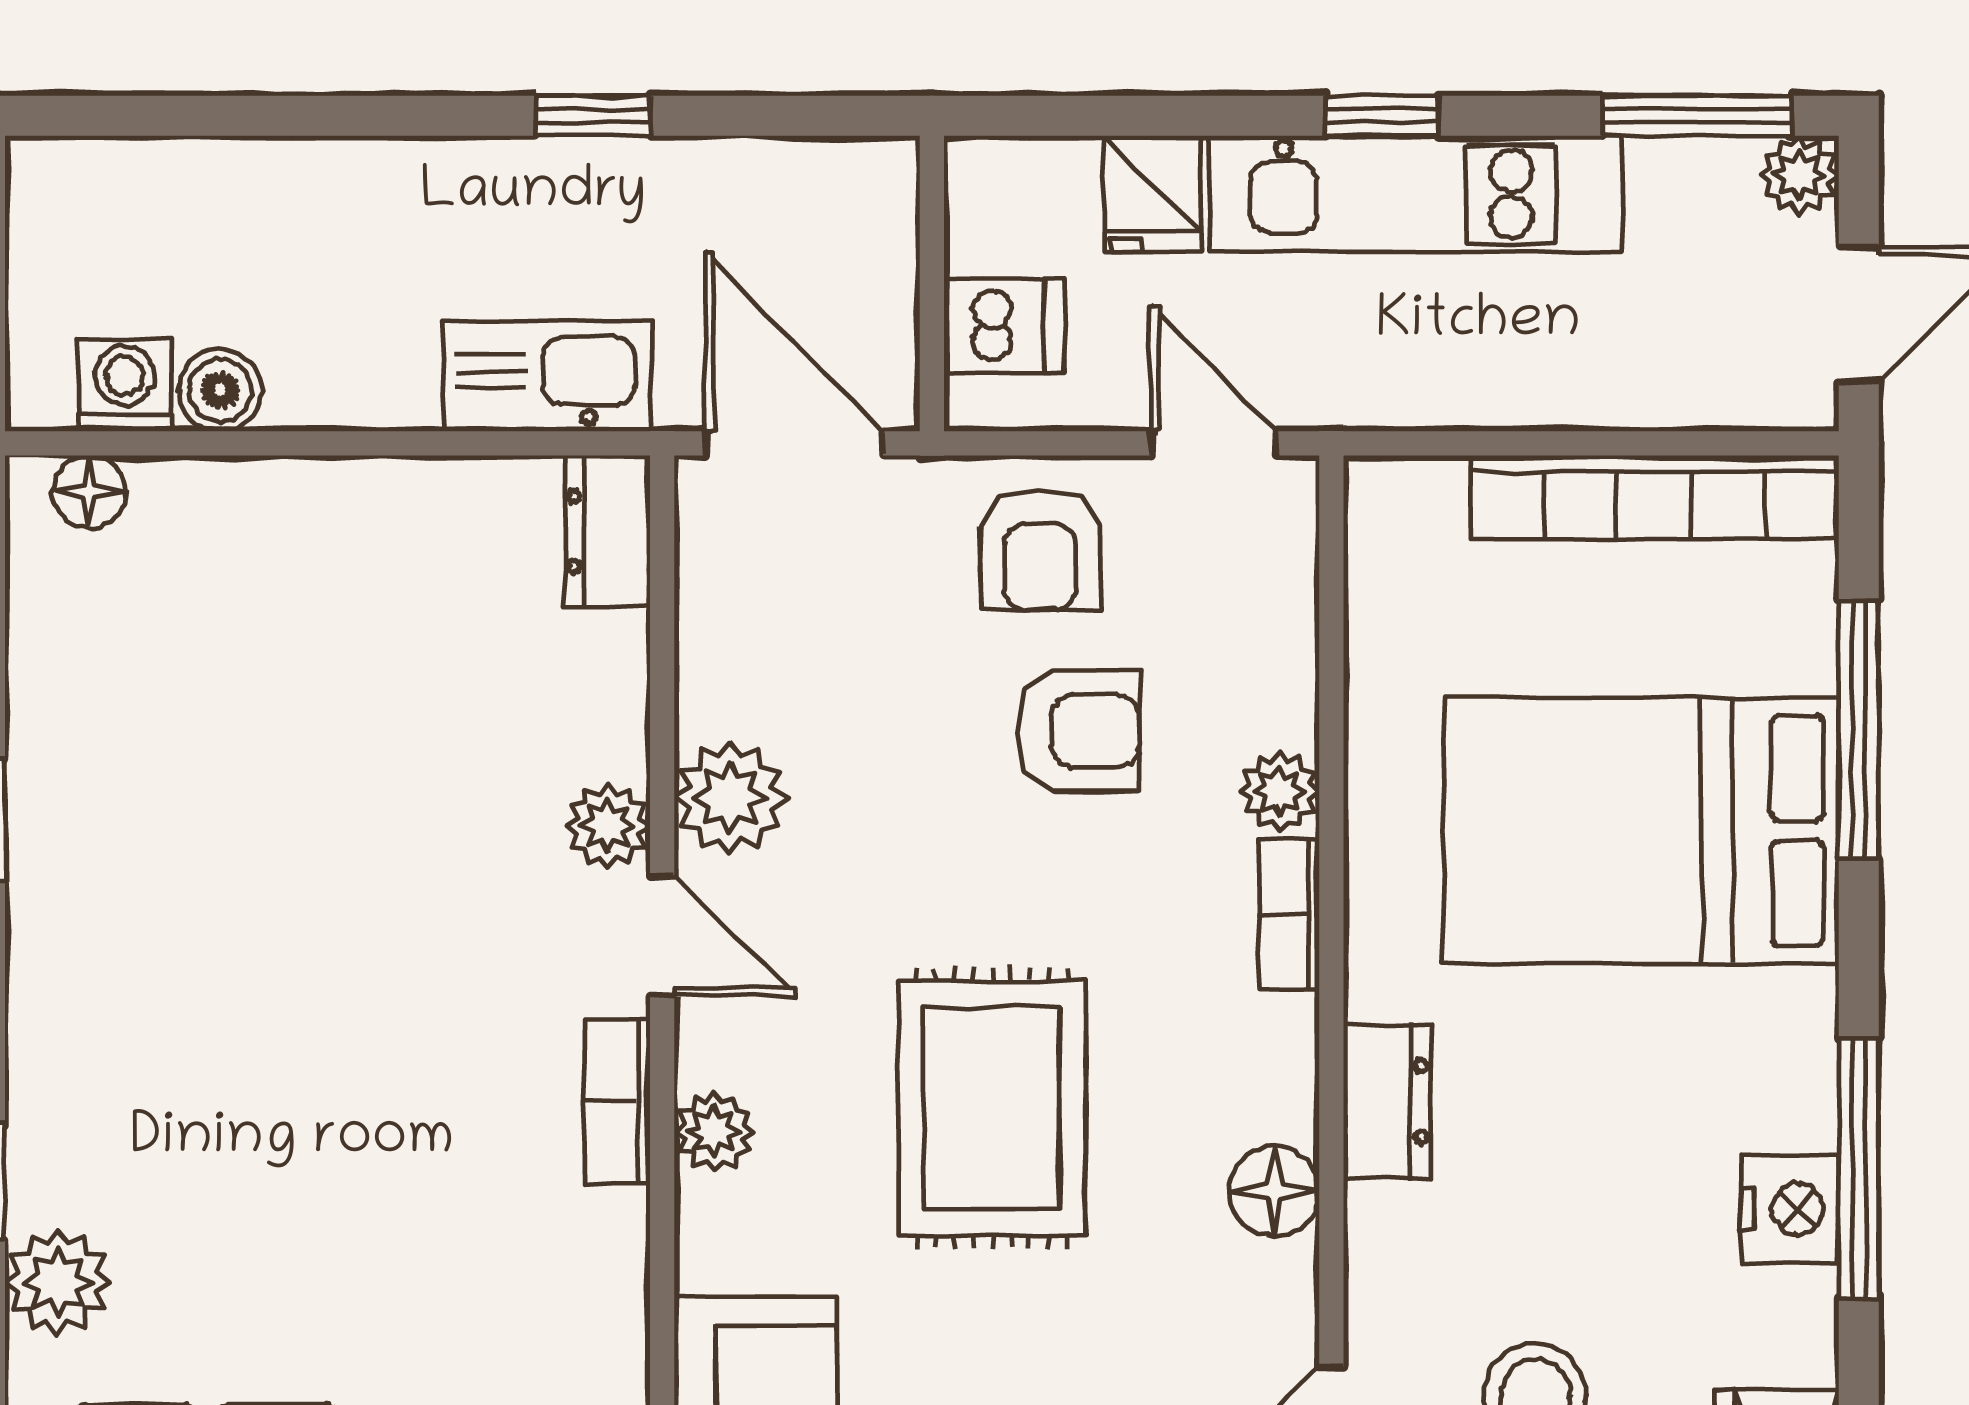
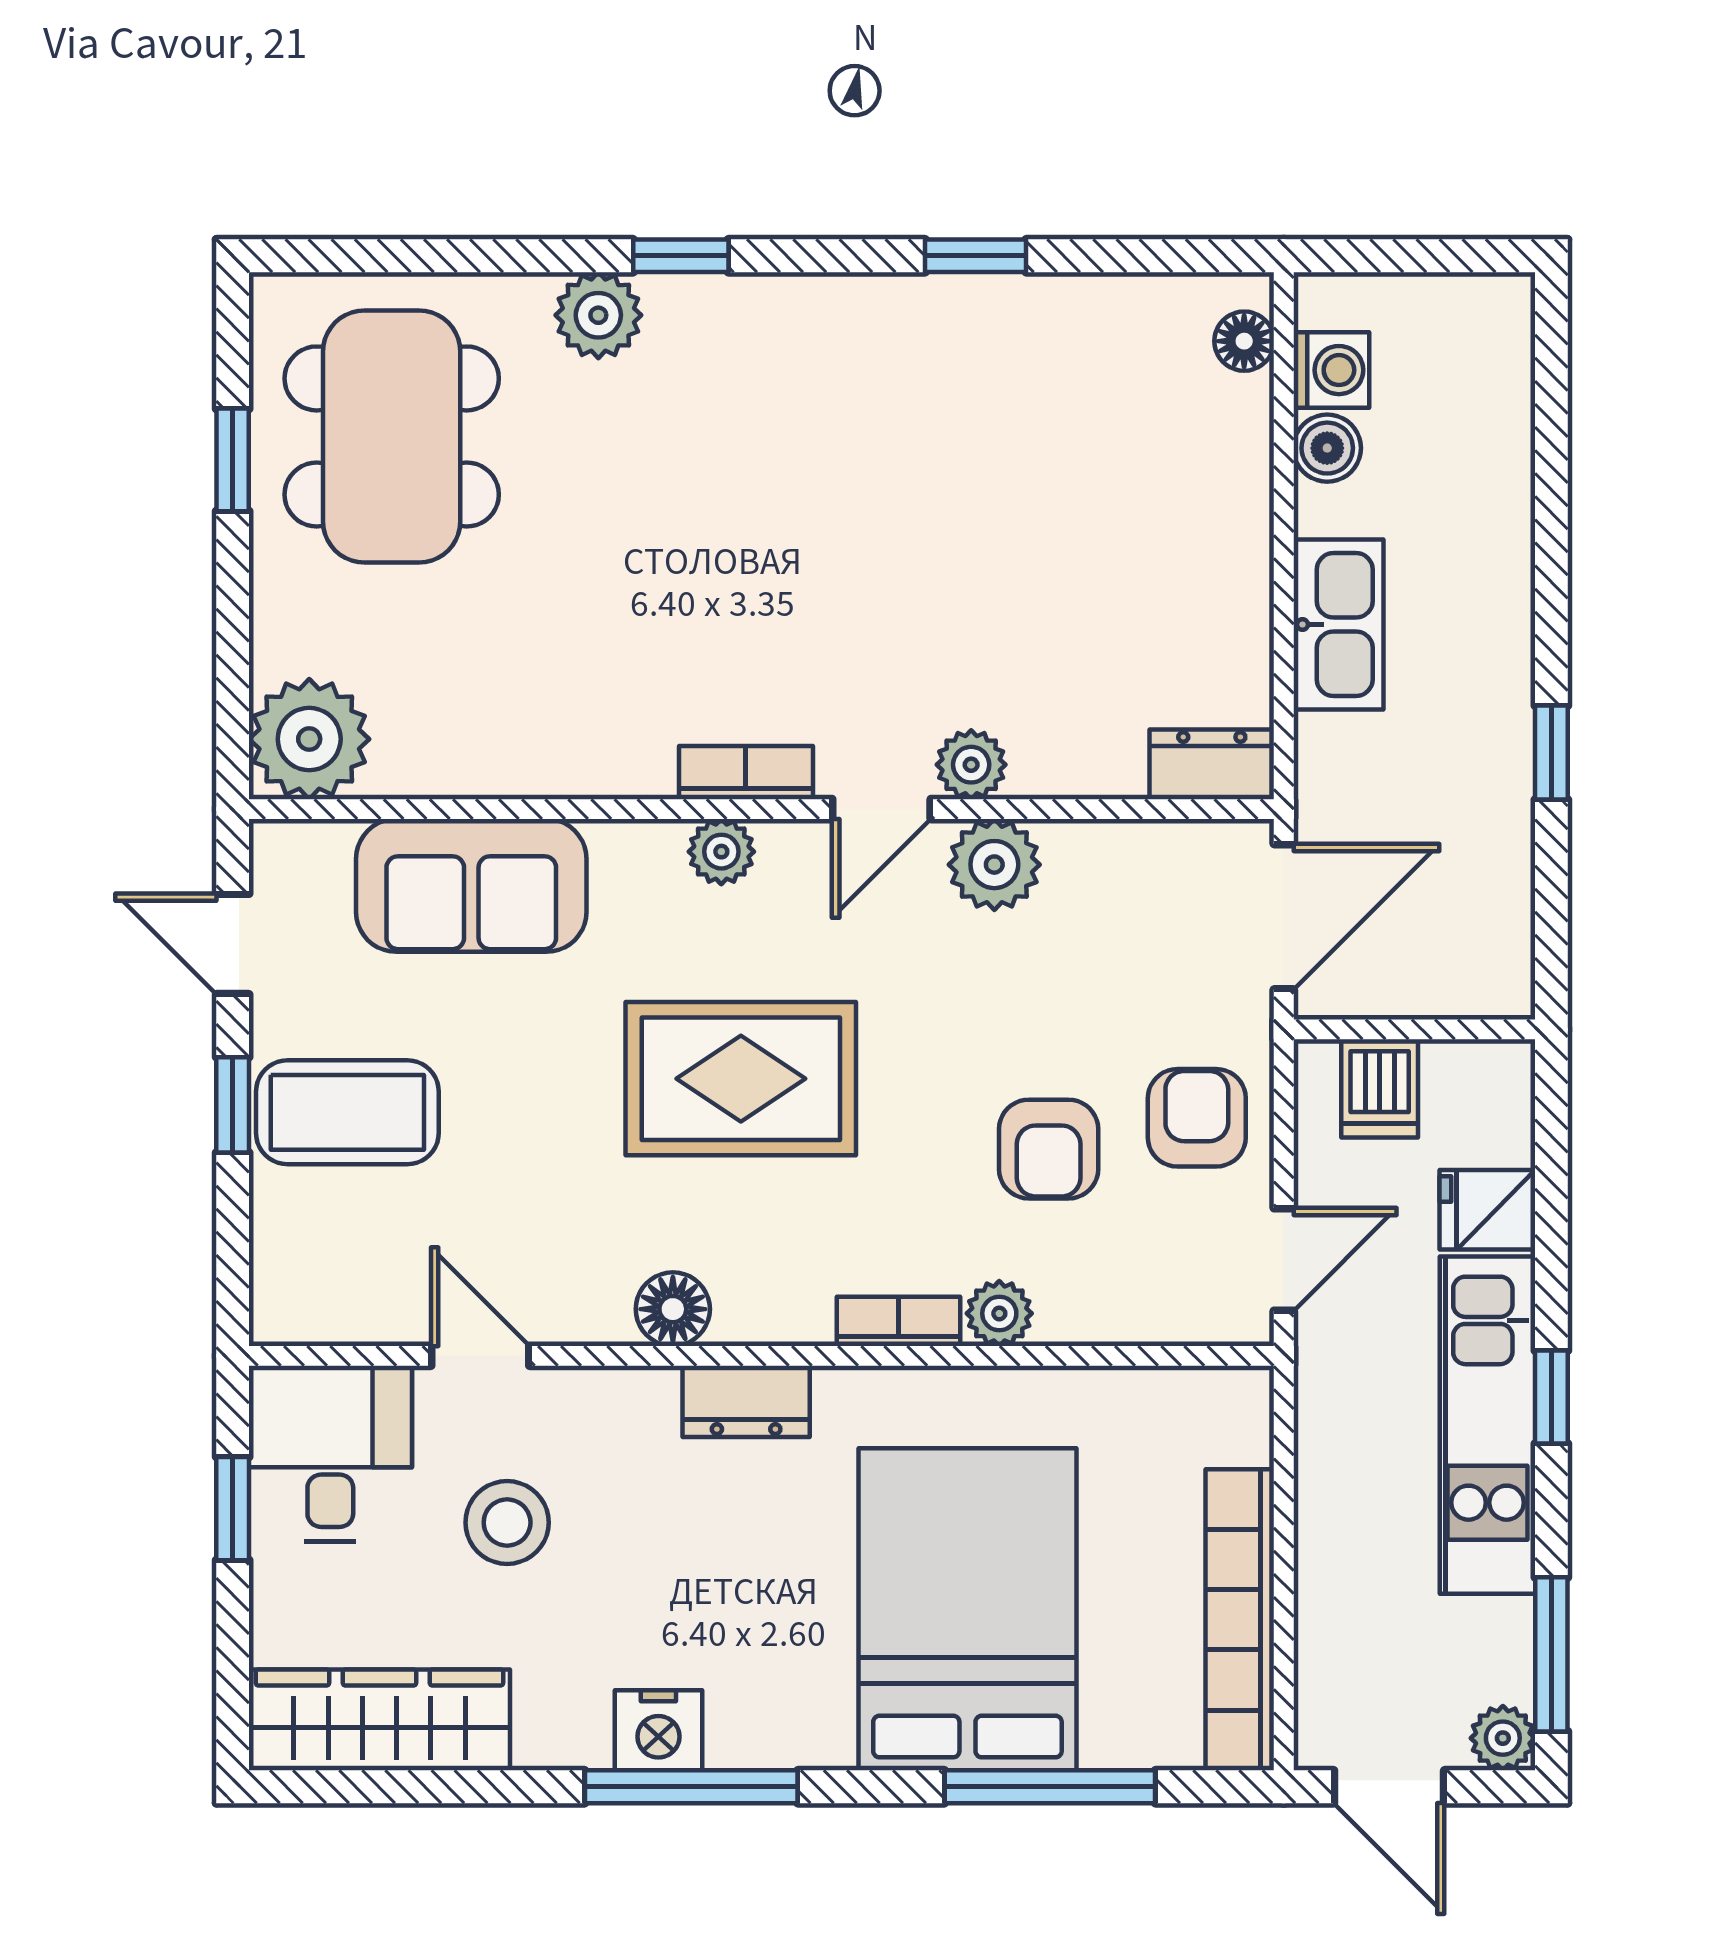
kitchen sink: (547, 376) -> (1338, 624), moved
armchair: (1040, 550) -> (1197, 1118), turned 90

